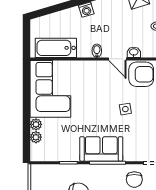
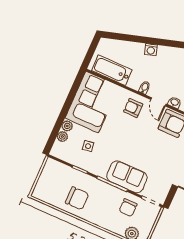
armchair: (95, 76) -> (133, 108), added
side table: (125, 109) -> (88, 146), moved
sofa: (101, 149) -> (127, 177), moved

